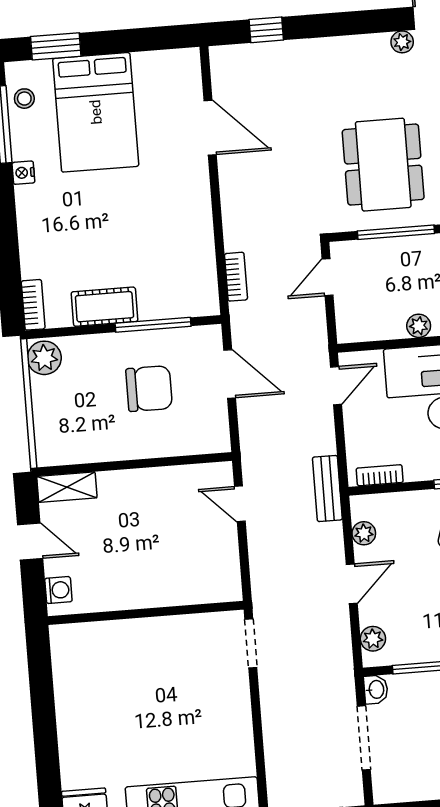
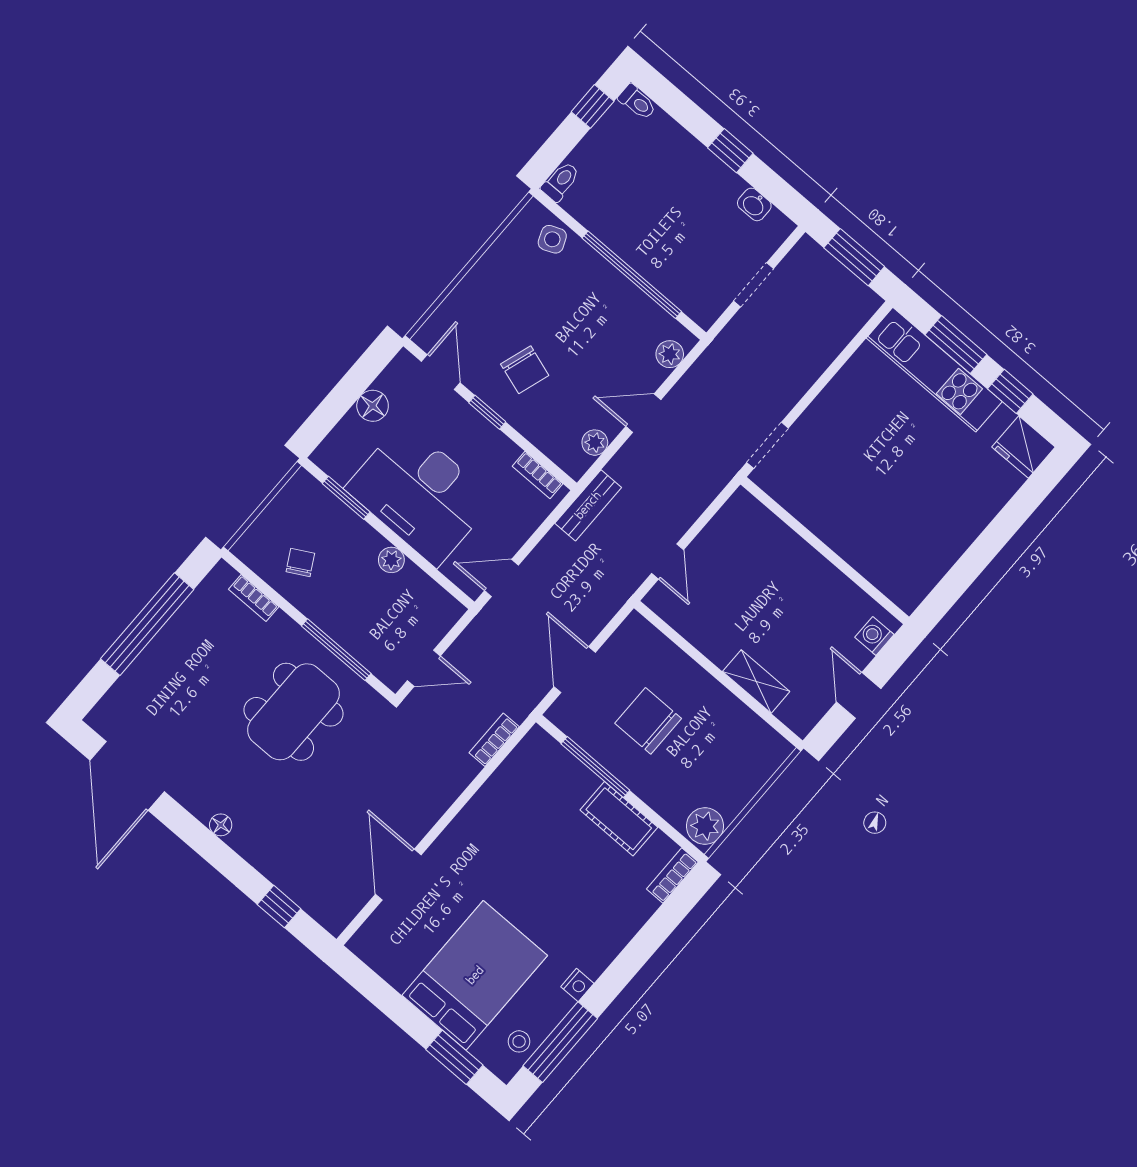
plant: (402, 42) -> (184, 792), removed
floor lamp: (357, 45) -> (221, 825), added
shelving: (67, 487) -> (756, 682), moved
washbasin: (376, 689) -> (754, 204), moved, turned -90
doorway: (364, 738) -> (754, 285), width x0.73

